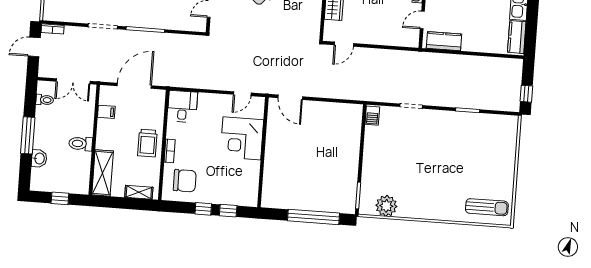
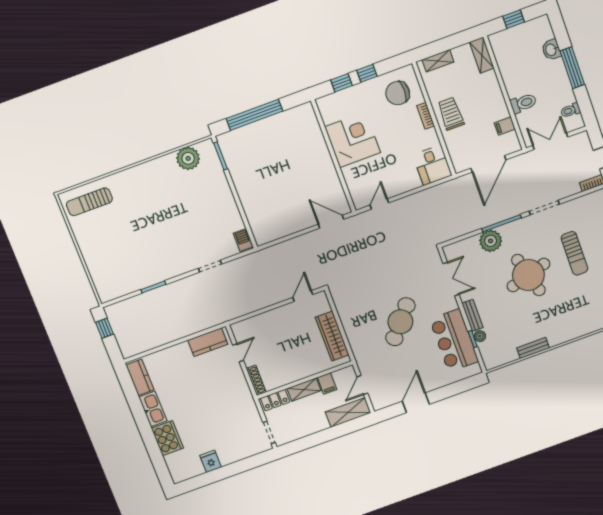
plant: (161, 18) -> (491, 241), added
corner desk: (242, 138) -> (353, 140), moved
toilet: (81, 144) -> (523, 103), moved
shelving: (103, 173) -> (482, 55), width x0.67, depth x0.75

